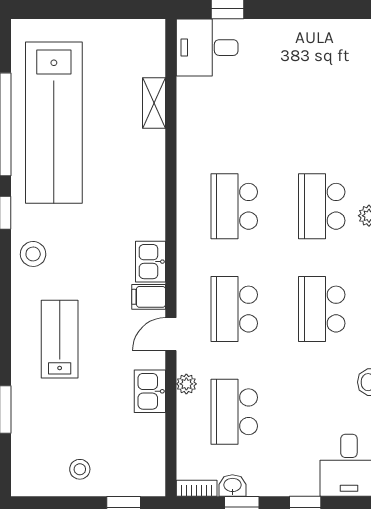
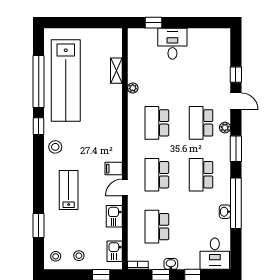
desk: (207, 48) -> (172, 44), moved, turned 90
kitchen sink: (151, 262) -> (115, 251), moved
plant: (186, 384) -> (133, 88), moved
stool: (34, 470) -> (56, 256), added
washbasin: (232, 486) -> (171, 264), moved

